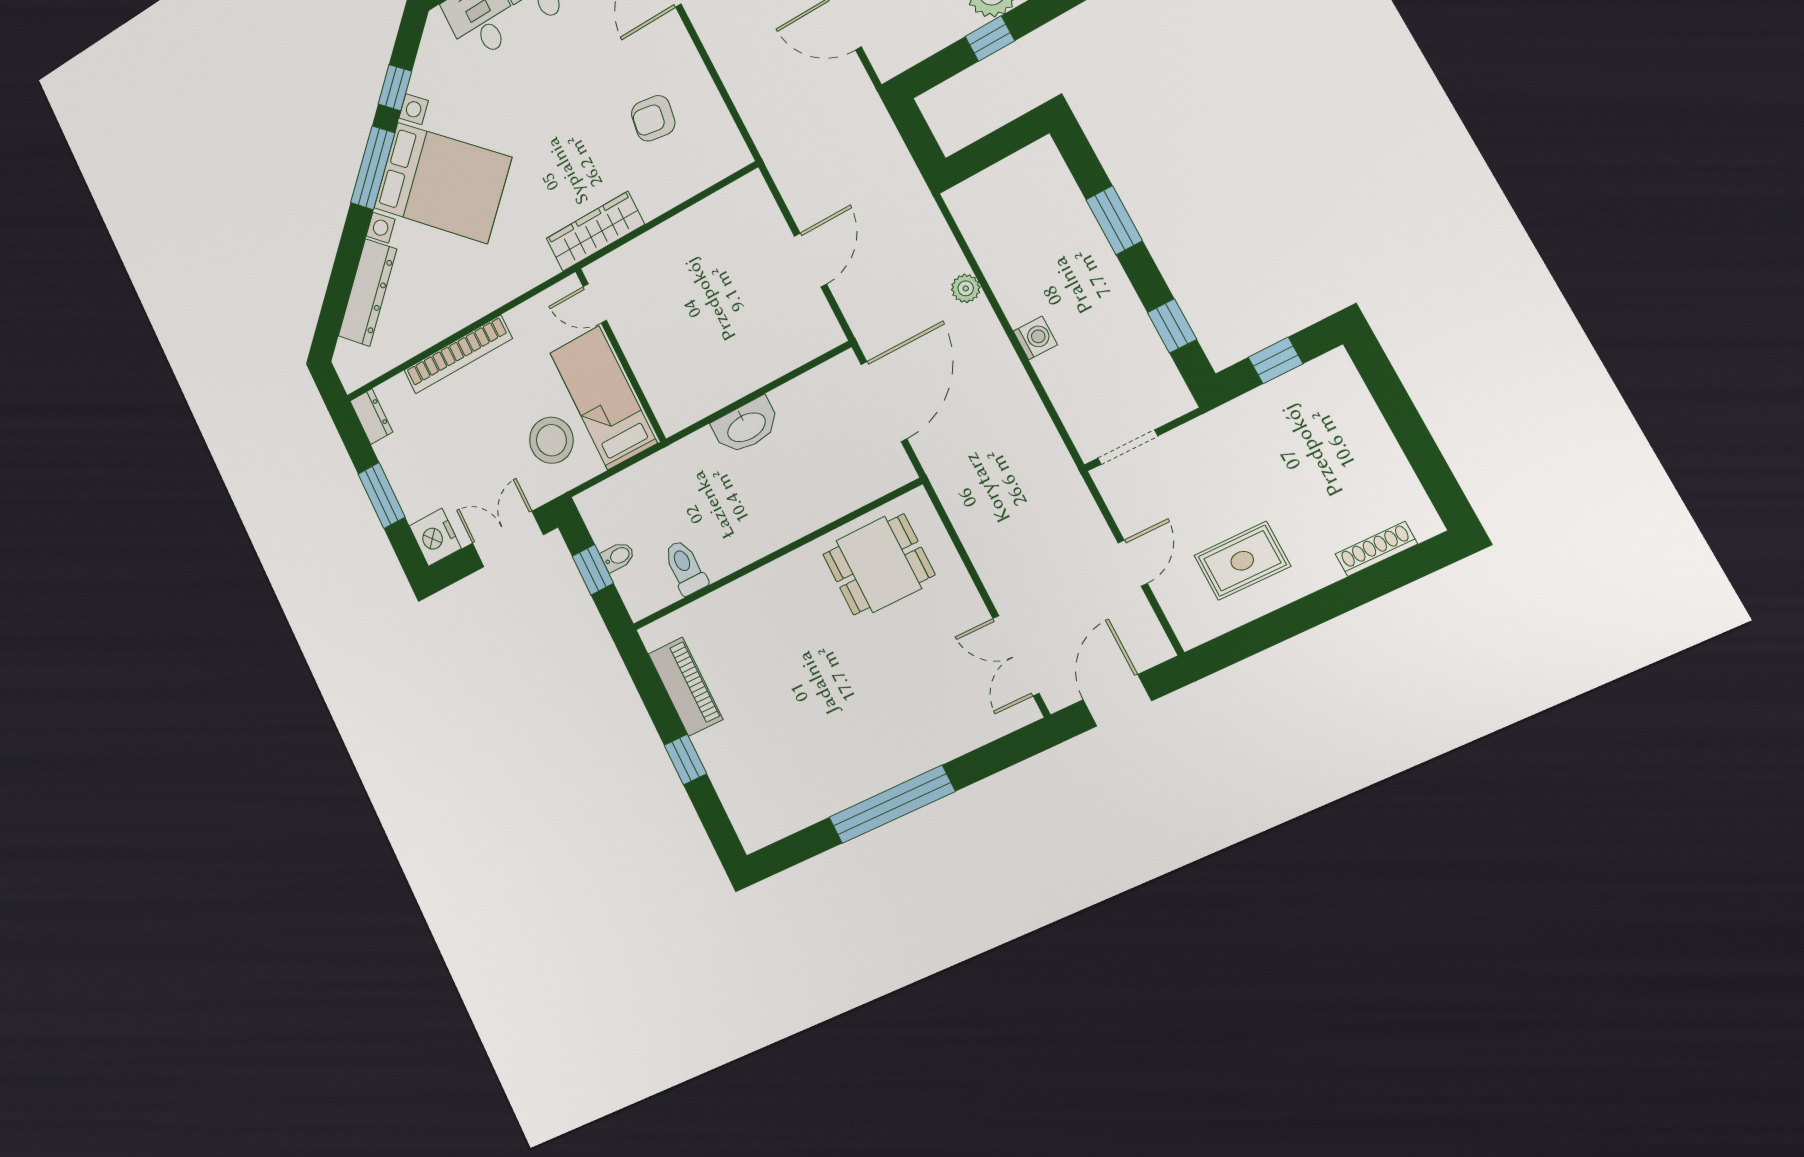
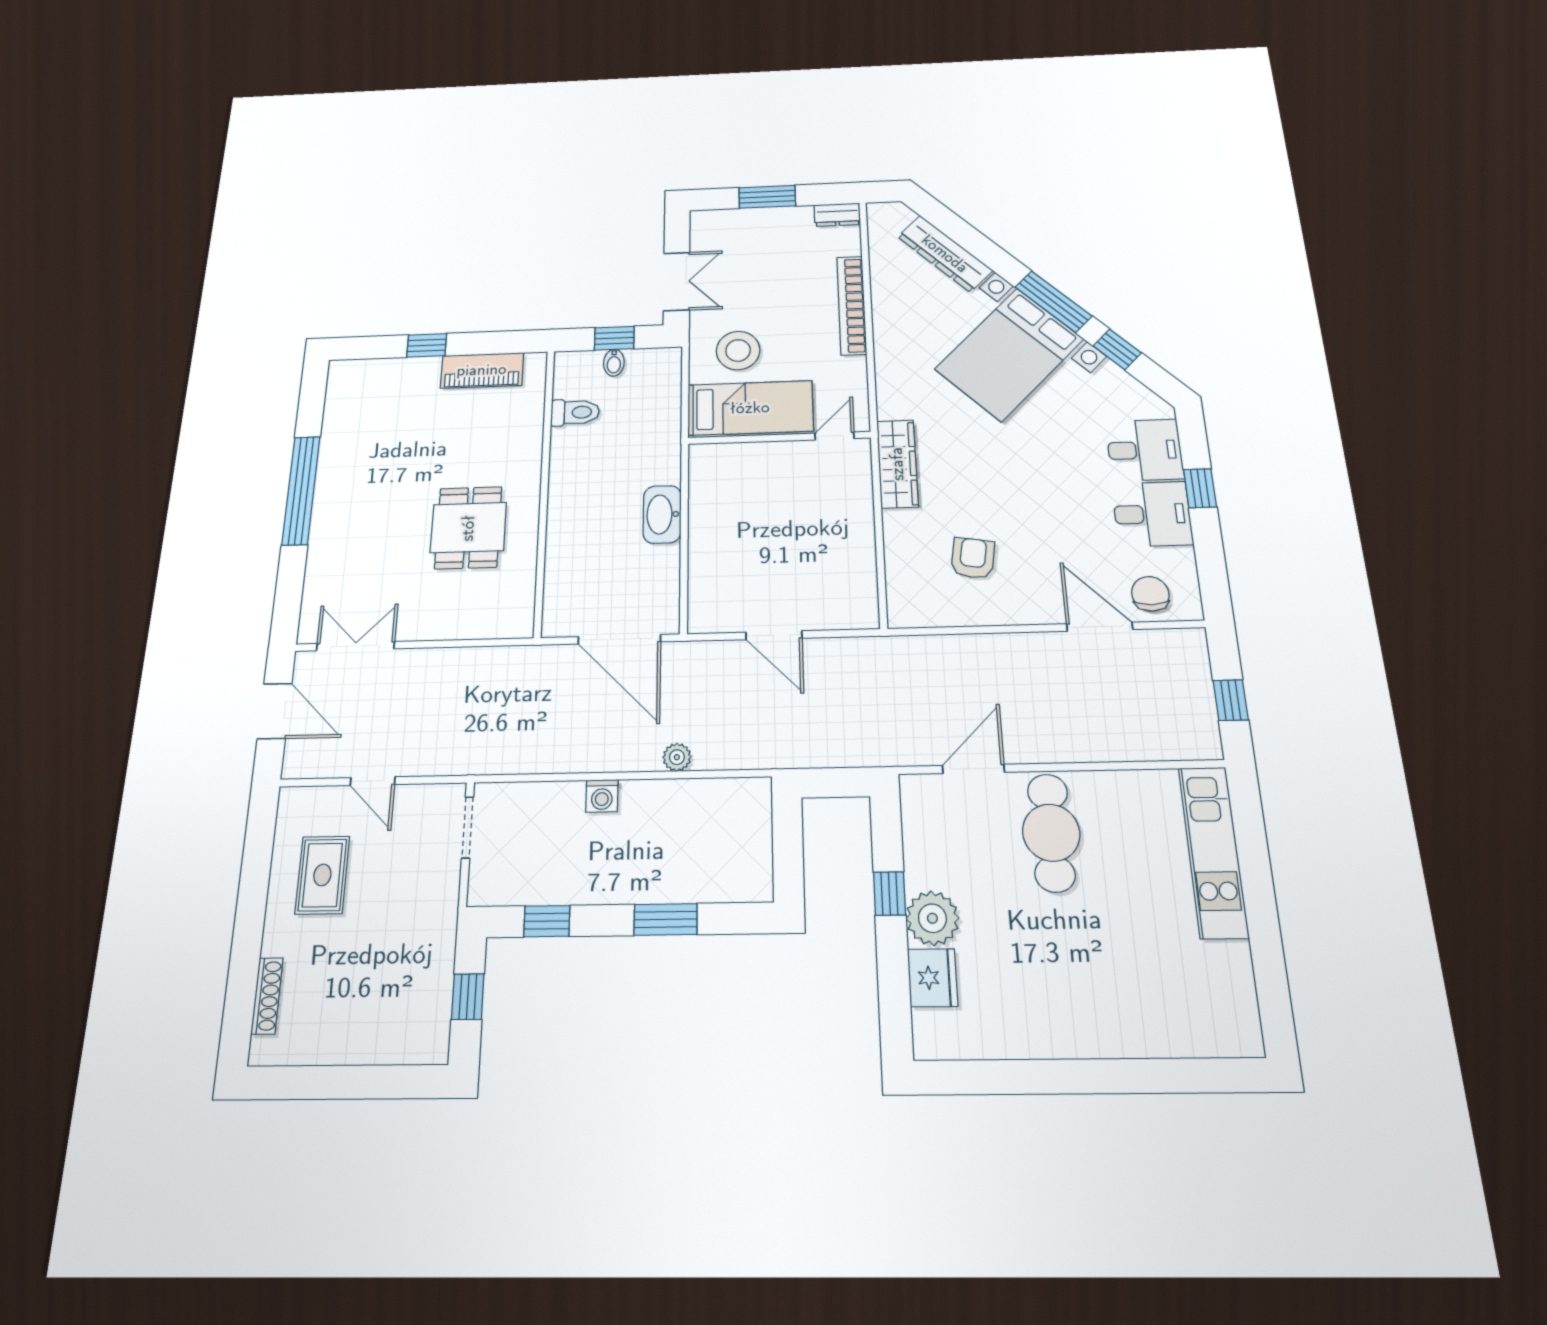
nightstand: (435, 537) -> (710, 225), removed
dining table: (879, 564) -> (468, 528), moved

